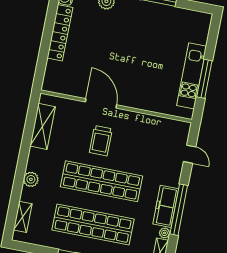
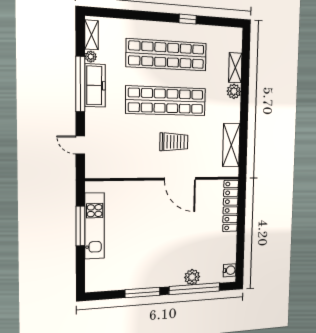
locker: (60, 33) -> (231, 206), moved
trolley: (101, 141) -> (174, 142), turned 90
shelving: (23, 217) -> (235, 68), moved

